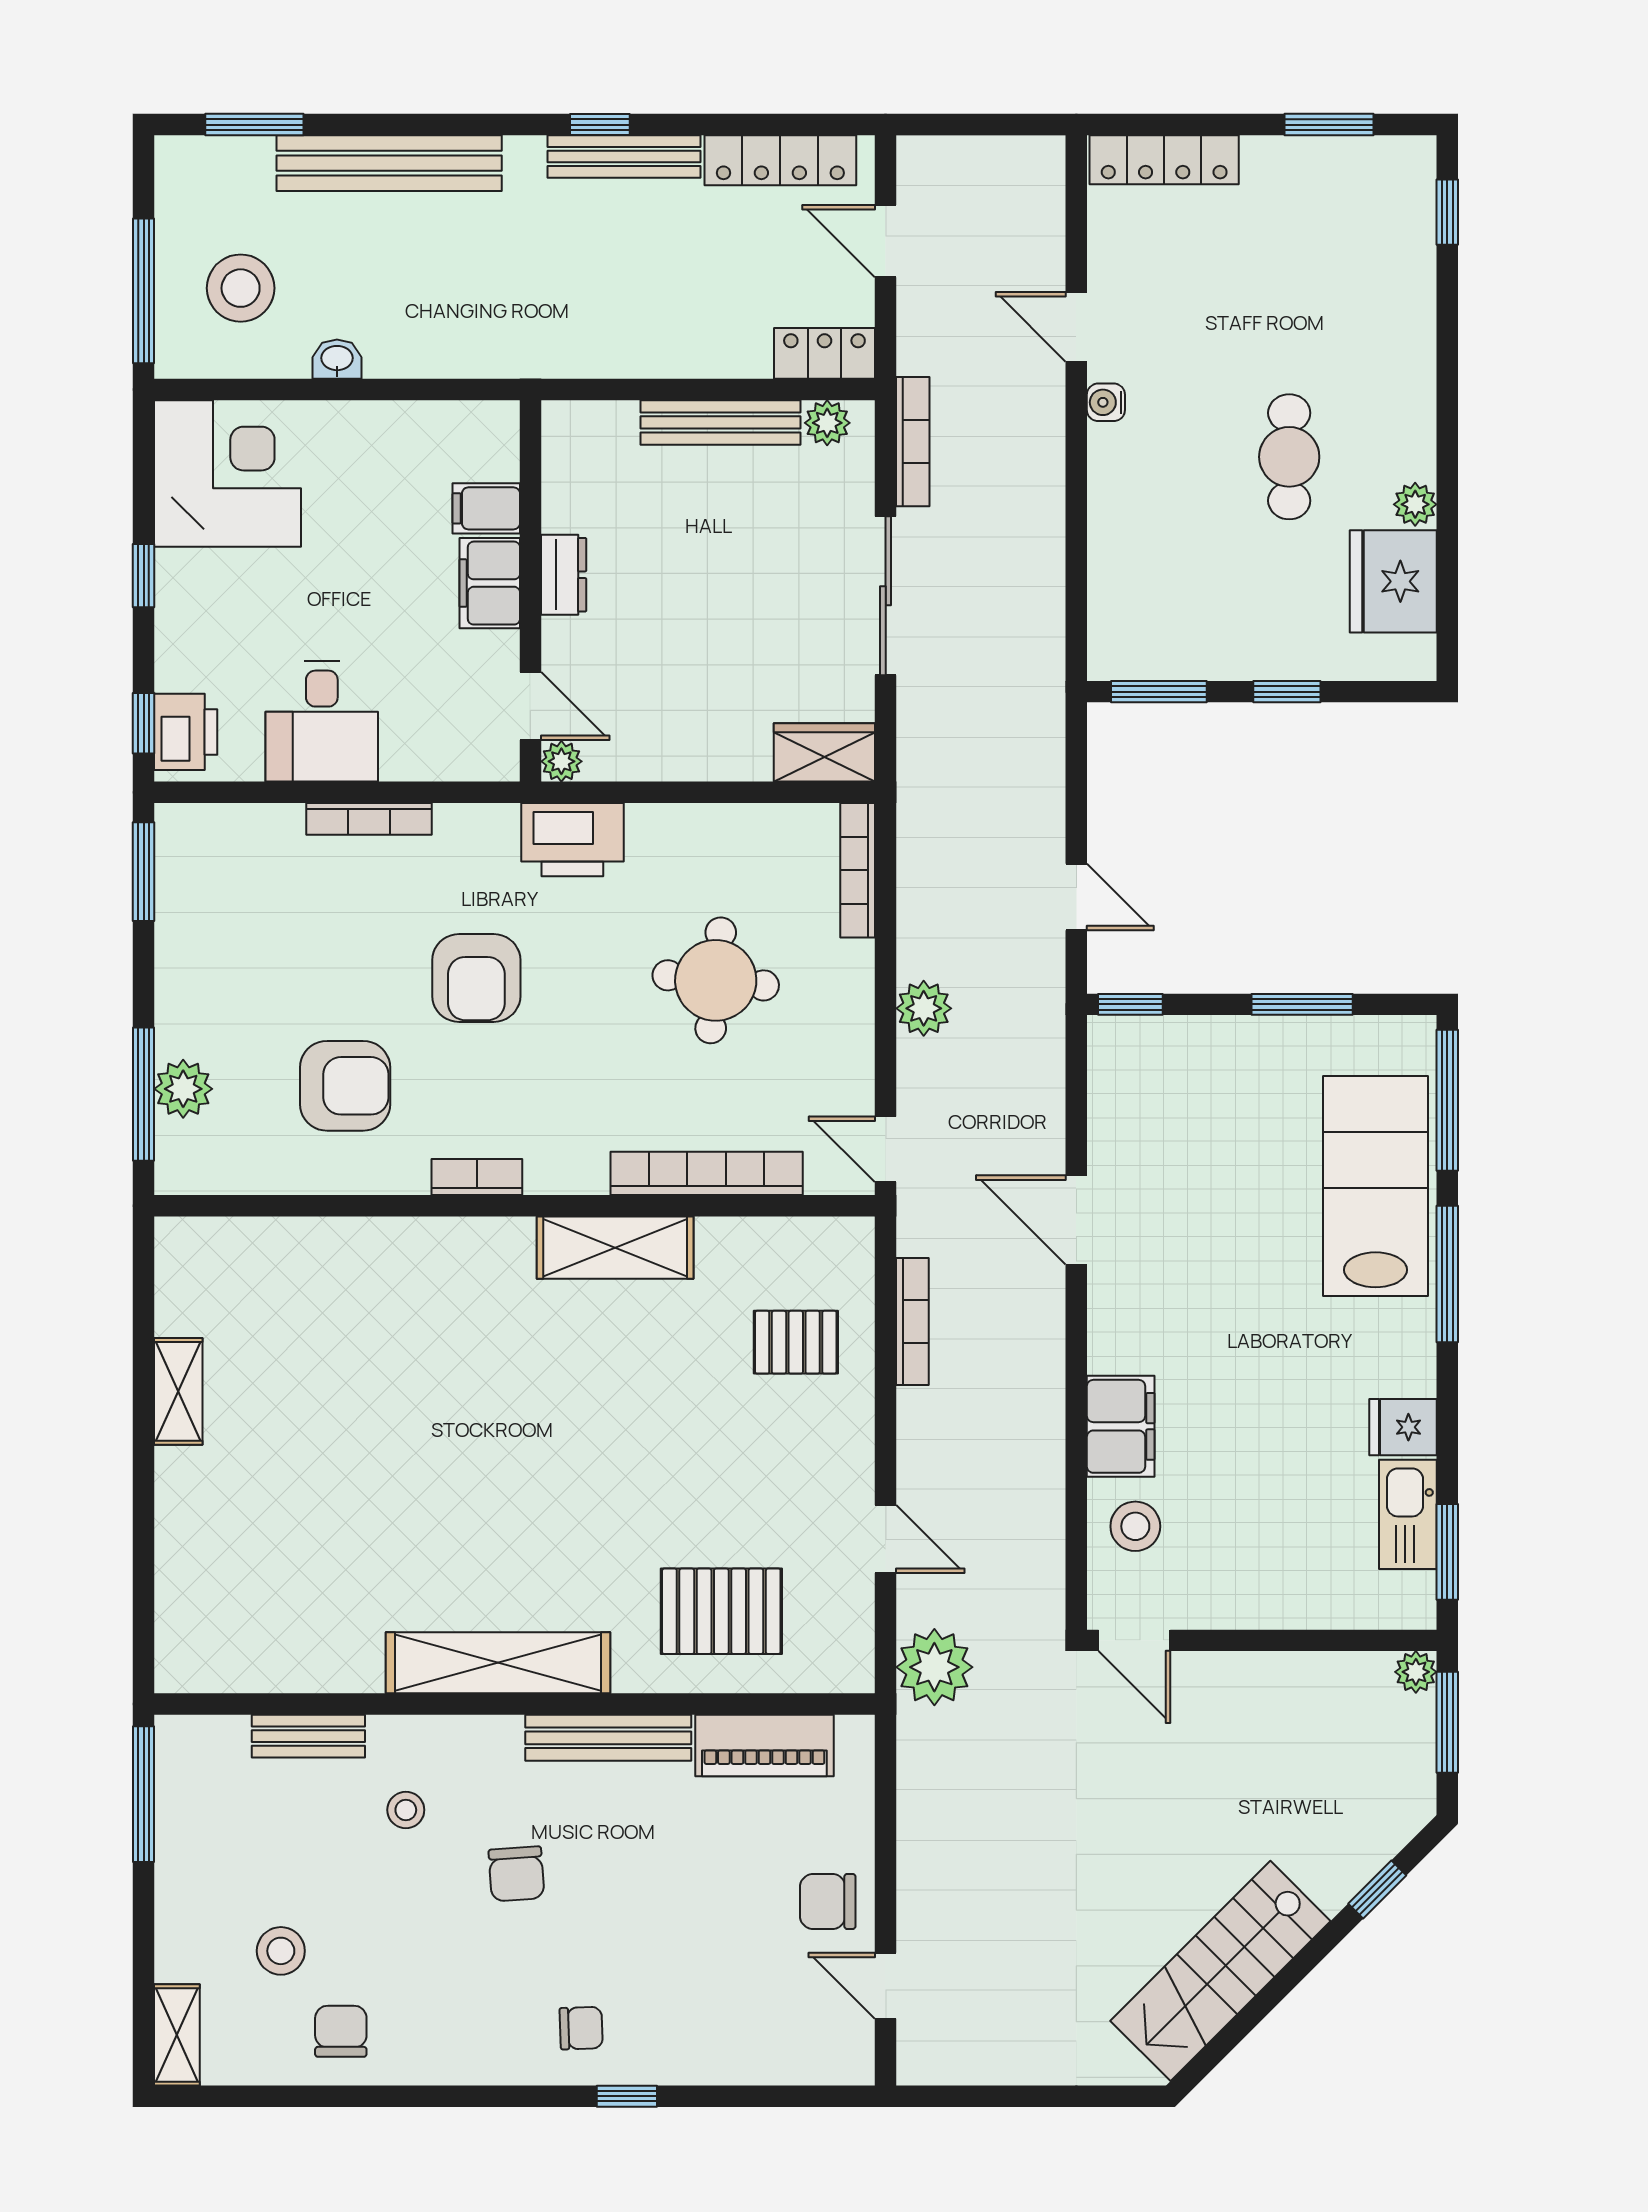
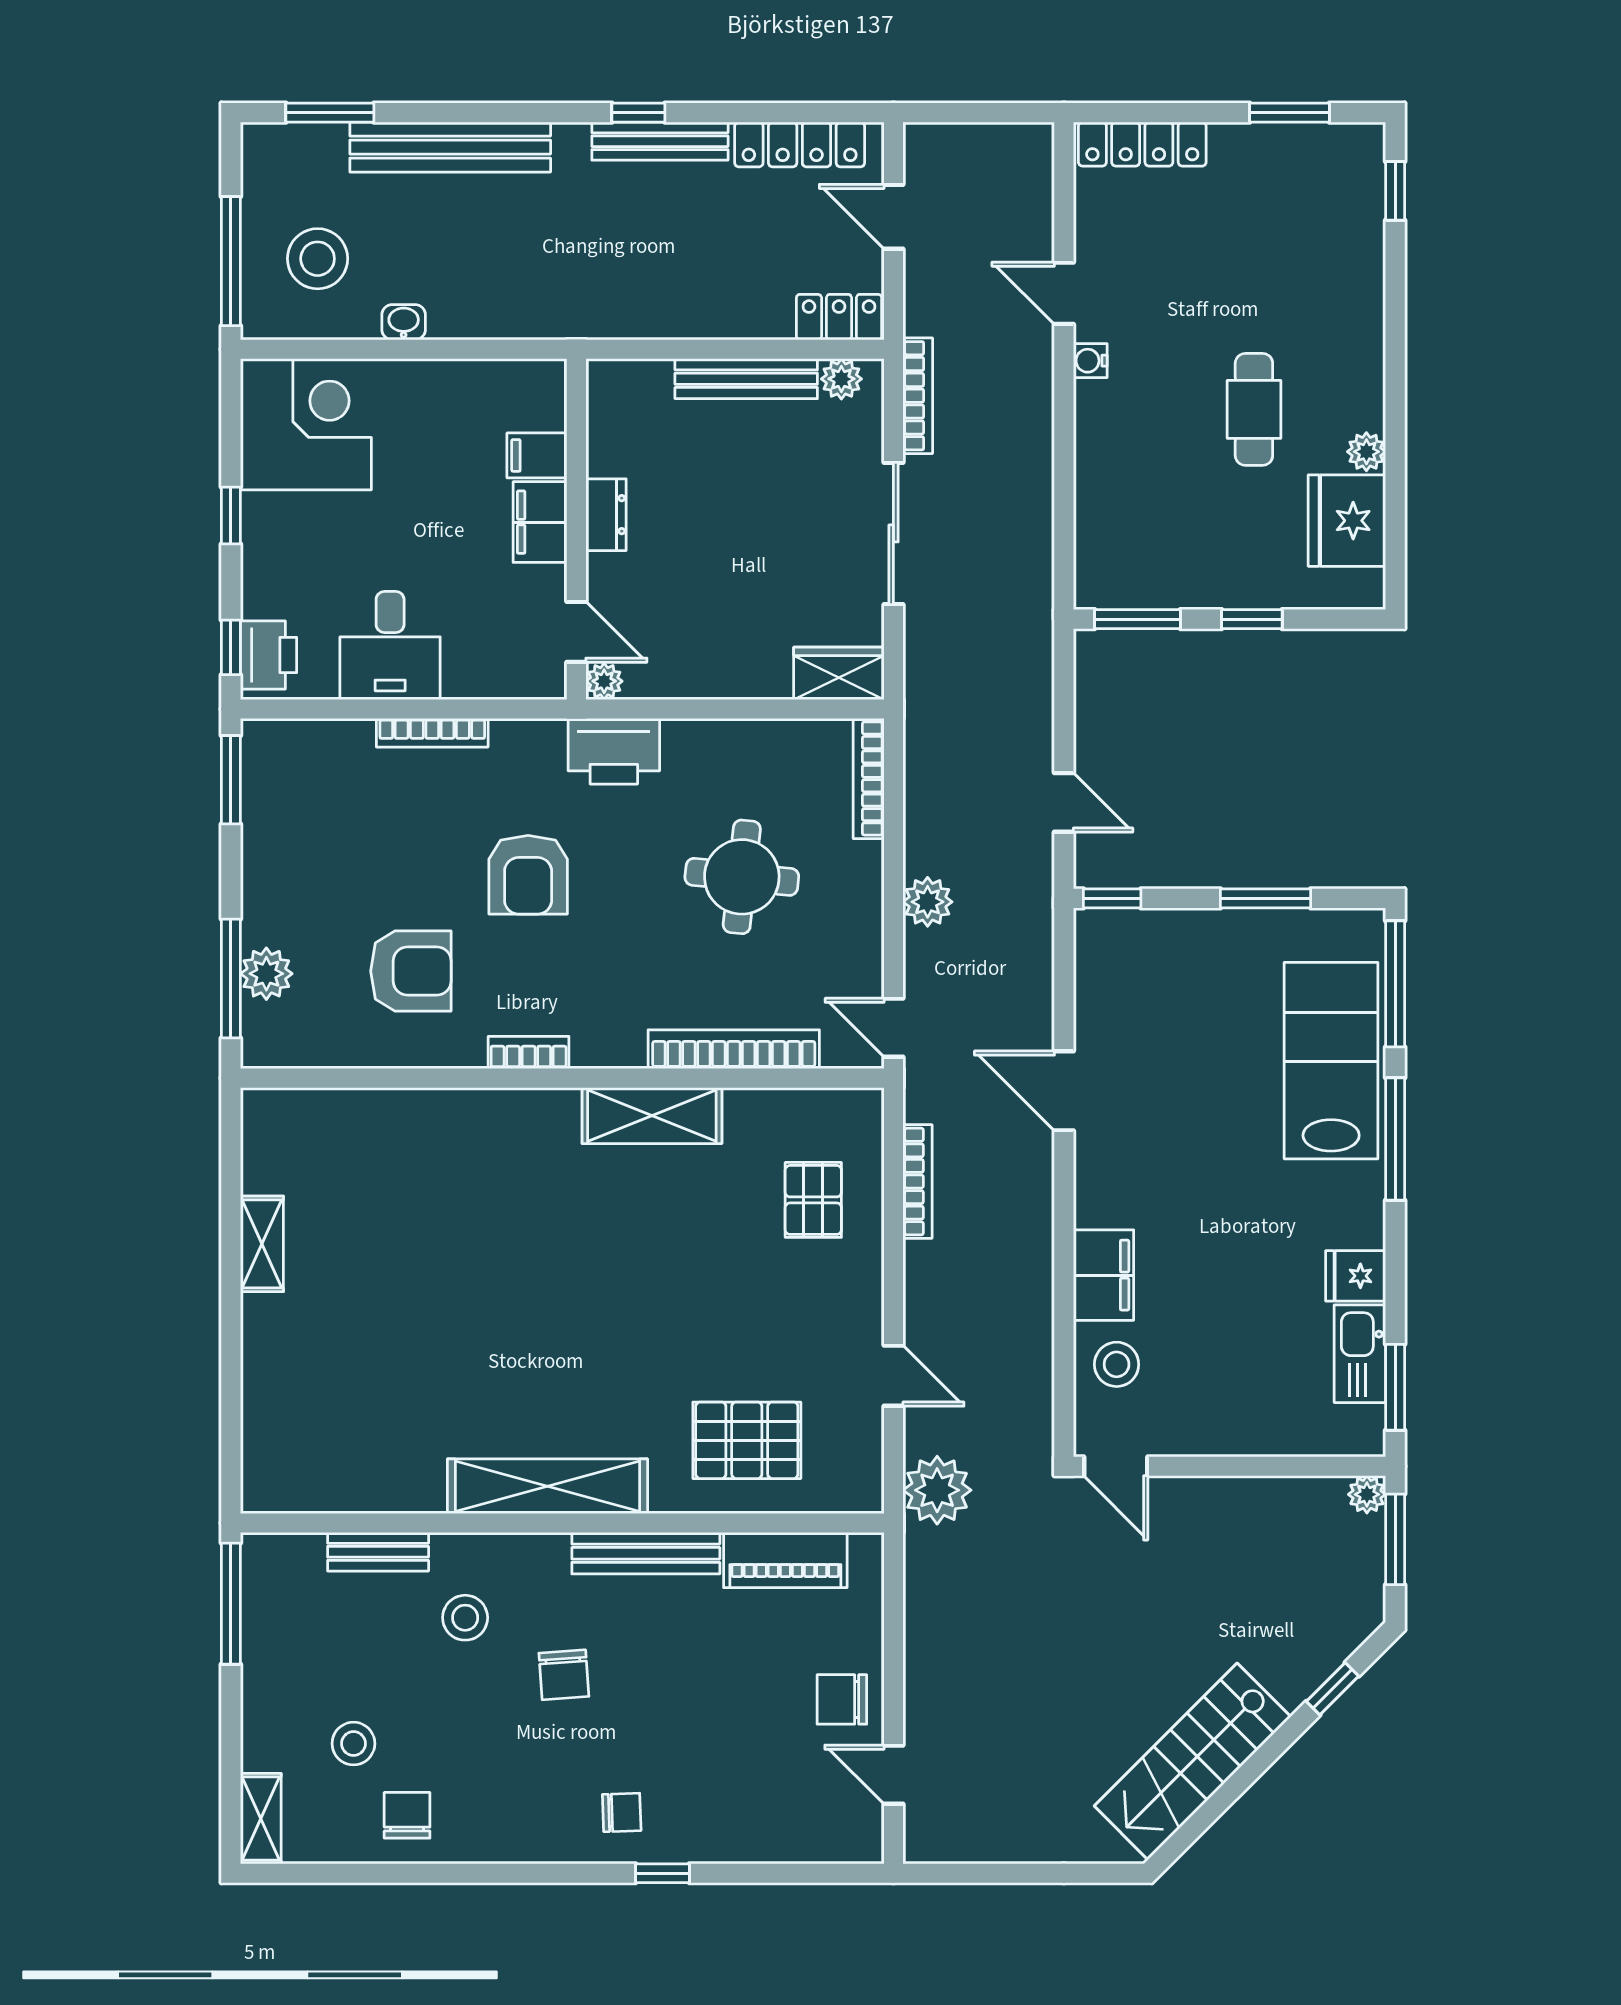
pallet: (796, 1342) -> (813, 1200), turned 90
stool: (406, 1810) -> (465, 1618), width x1.37, depth x1.37

